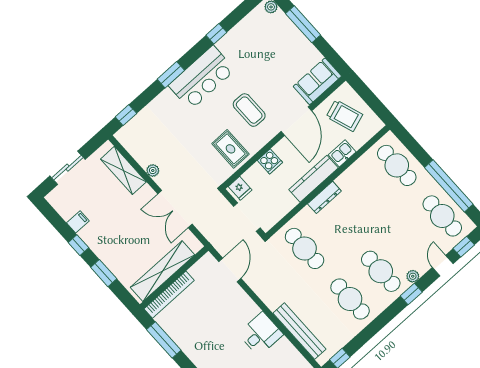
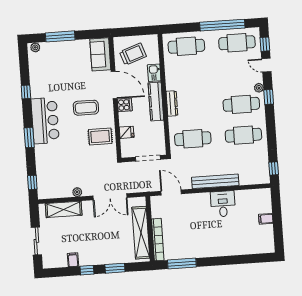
cooker: (270, 161) -> (125, 105), moved
fridge: (240, 188) -> (127, 132), moved
bench: (299, 331) -> (215, 181), moved

